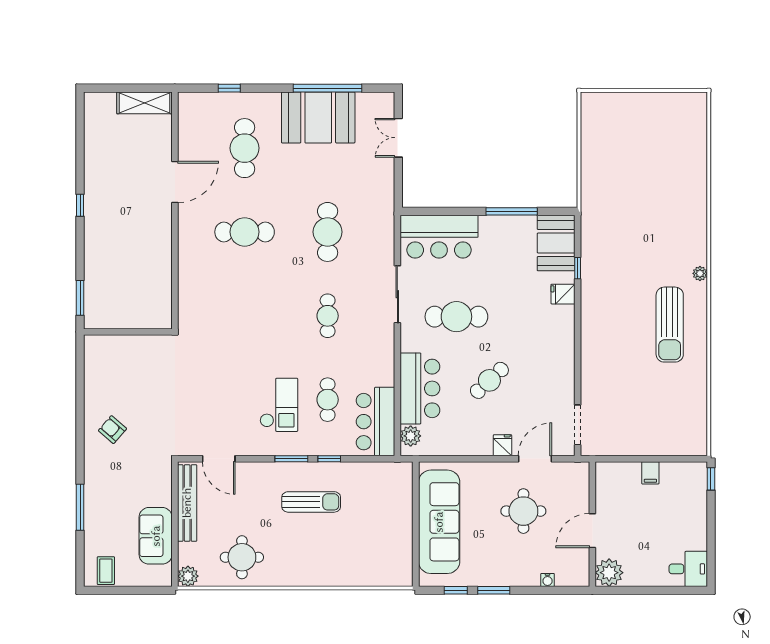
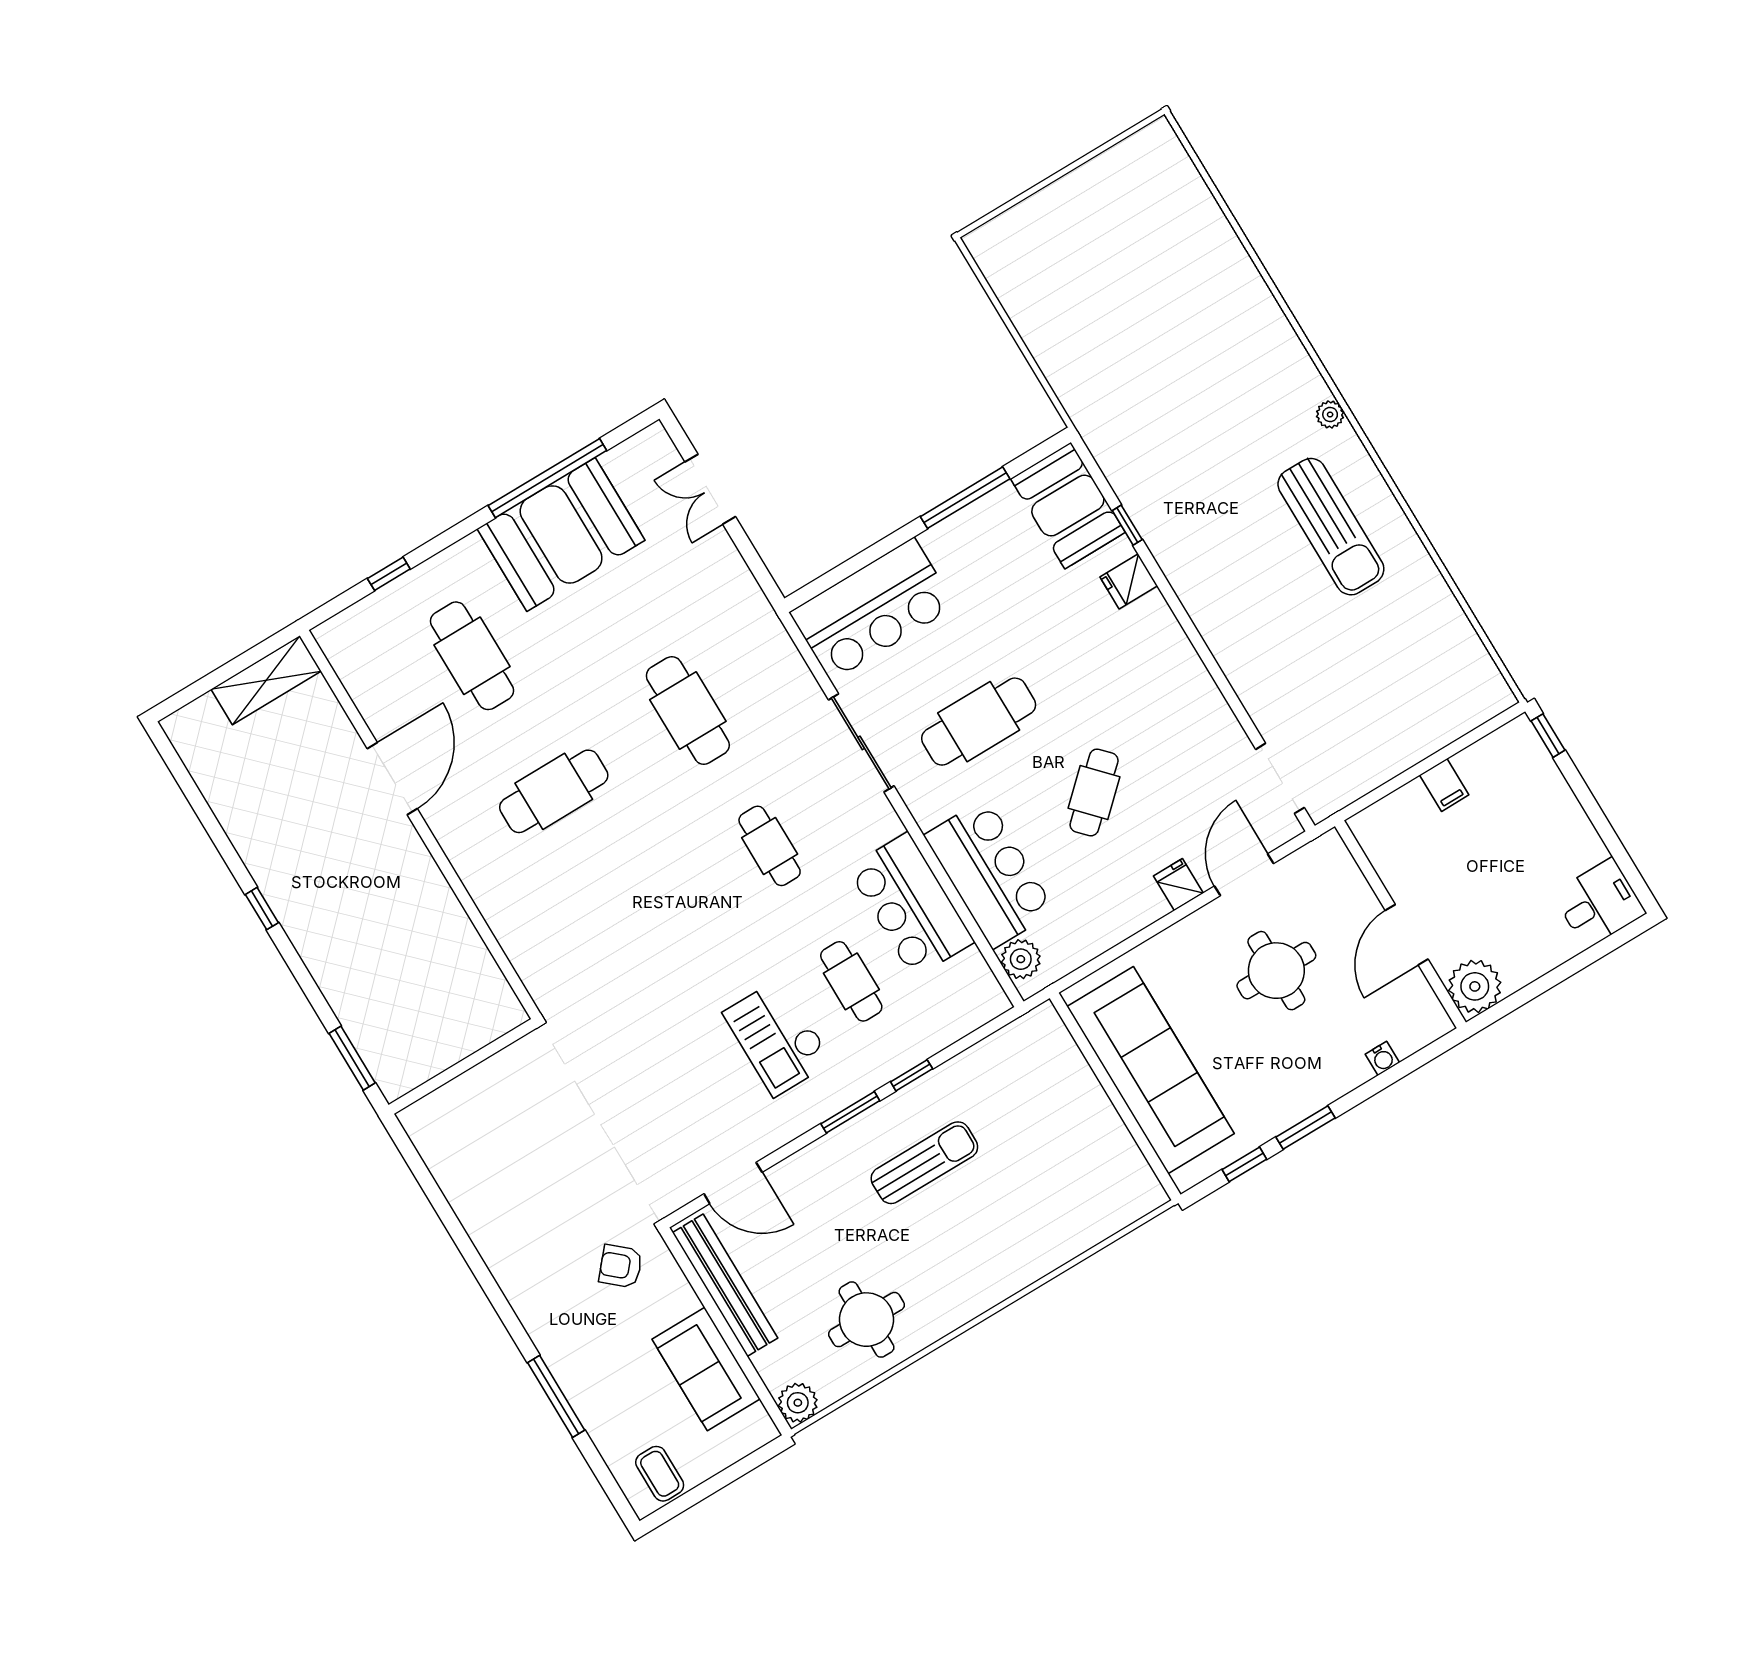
checkout: (279, 405) -> (778, 1037), turned 180
bar counter: (375, 422) -> (911, 905), moved
armchair: (112, 430) -> (621, 1266), moved

